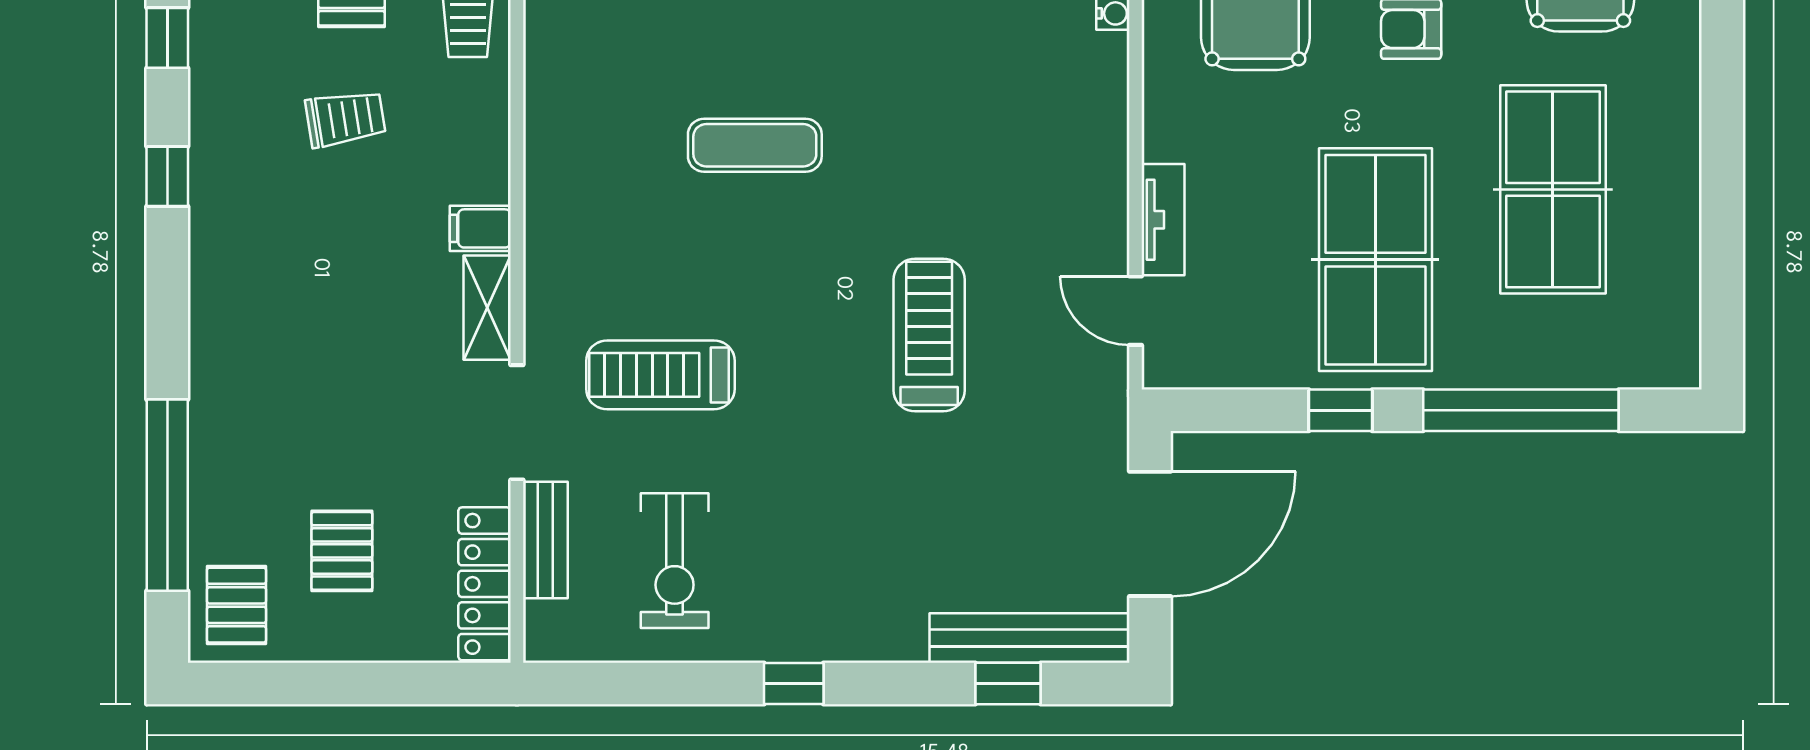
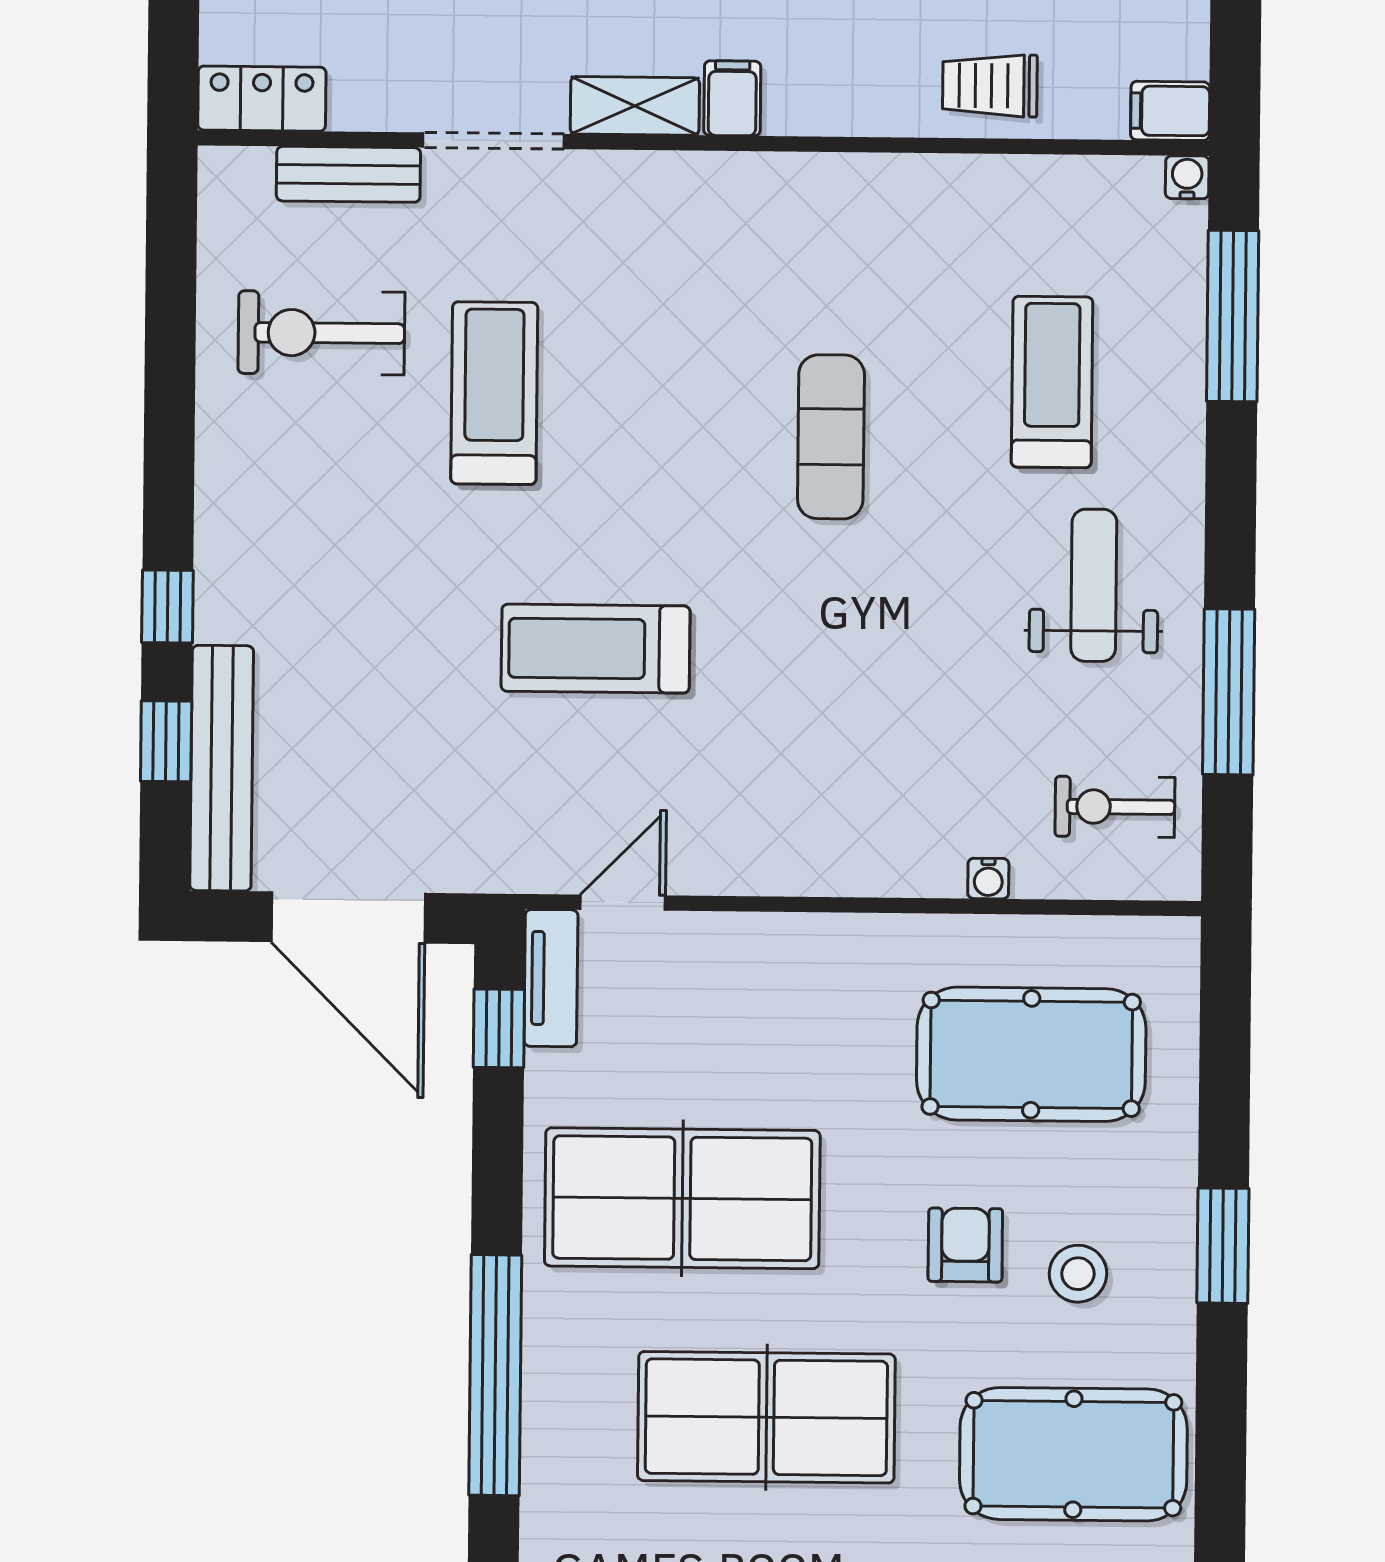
tv unit: (1163, 220) -> (551, 978), moved, turned -90
treadmill: (929, 335) -> (596, 649), turned 180
treadmill: (660, 375) -> (494, 393), moved
window: (1340, 410) -> (499, 1028), moved
locker: (485, 584) -> (262, 99), width x0.66
window: (794, 684) -> (167, 606), moved

